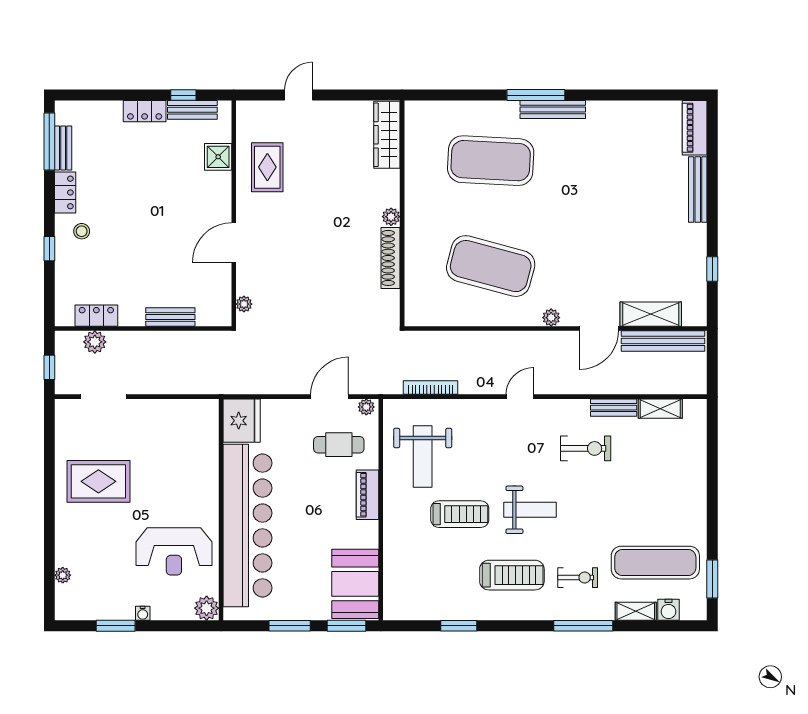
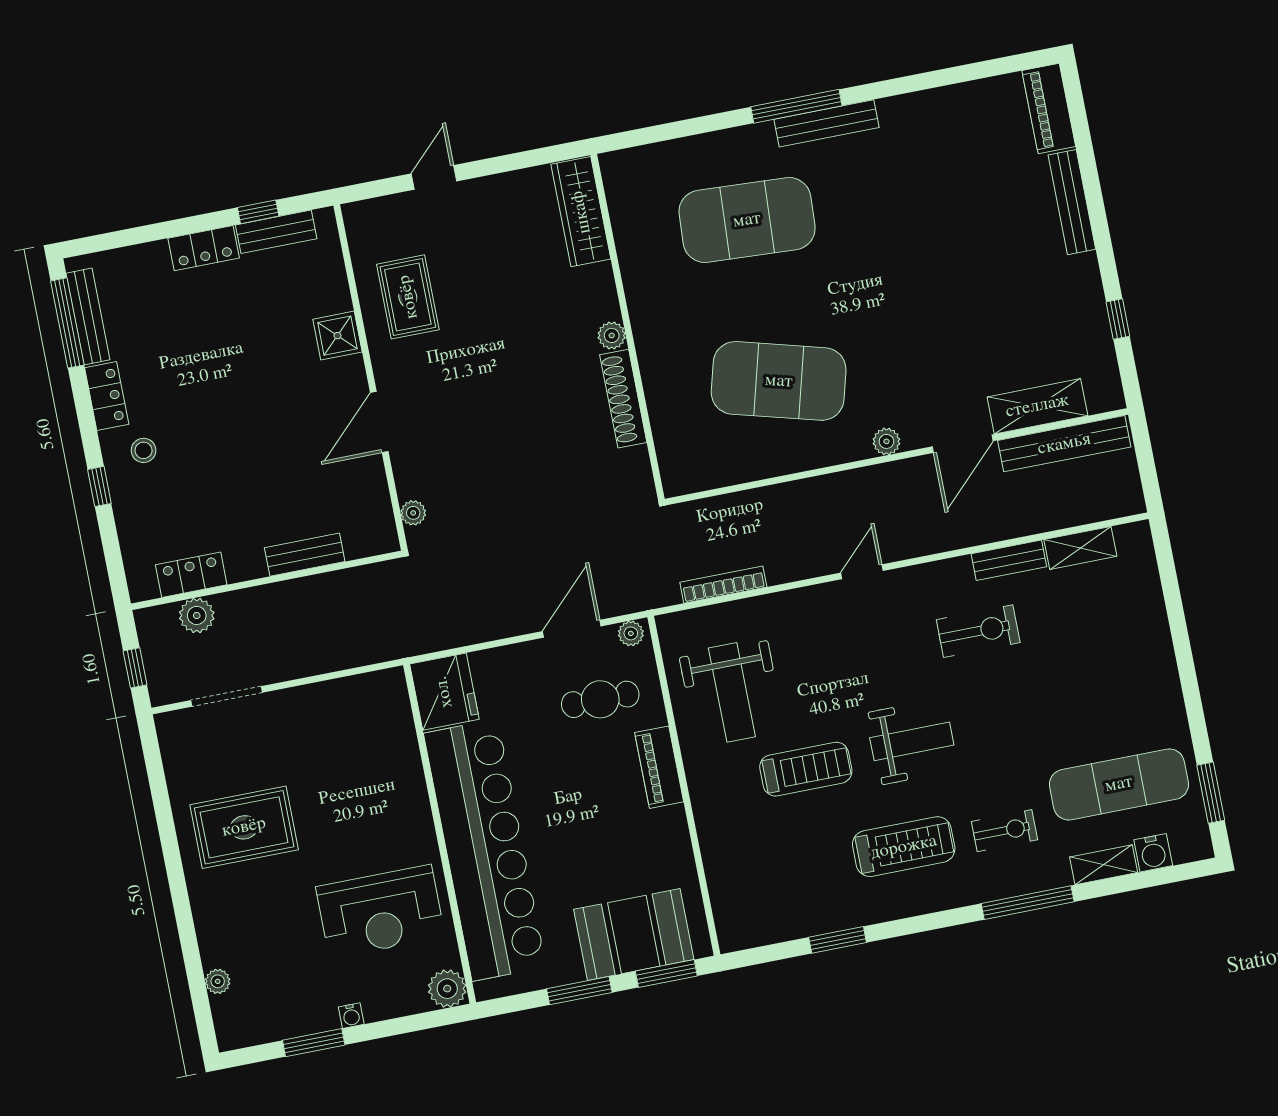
bench: (63, 148) -> (88, 317), width x1.36
shower: (218, 157) -> (337, 336), moved
booth: (355, 584) -> (634, 934), moved, turned 90

